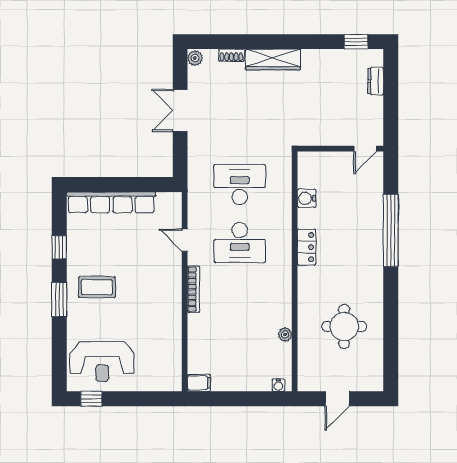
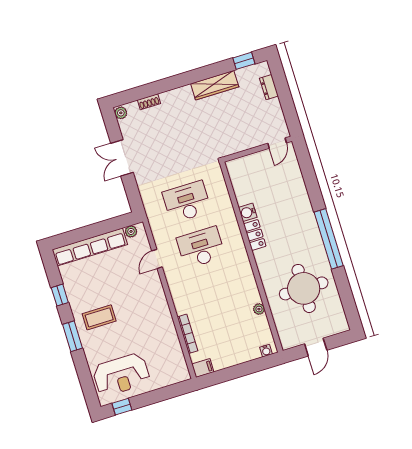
wardrobe: (273, 59) -> (215, 85), moved
water cooler: (307, 198) -> (248, 212), moved
plant: (164, 199) -> (131, 231), added
window: (391, 230) -> (329, 239), moved
door: (185, 240) -> (157, 259), hinge flipped
desk: (240, 242) -> (201, 247), turned 180
bookcase: (193, 289) -> (188, 334), moved
round table: (344, 327) -> (304, 288), width x1.36, depth x1.36

